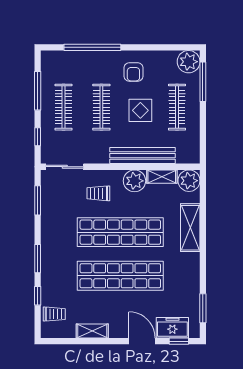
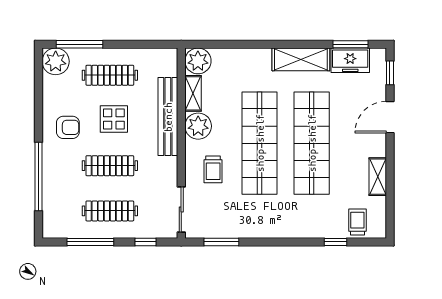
shelving: (190, 228) -> (301, 59), moved
window: (38, 259) -> (291, 242), removed
freezer: (172, 328) -> (350, 60), moved, turned -90

